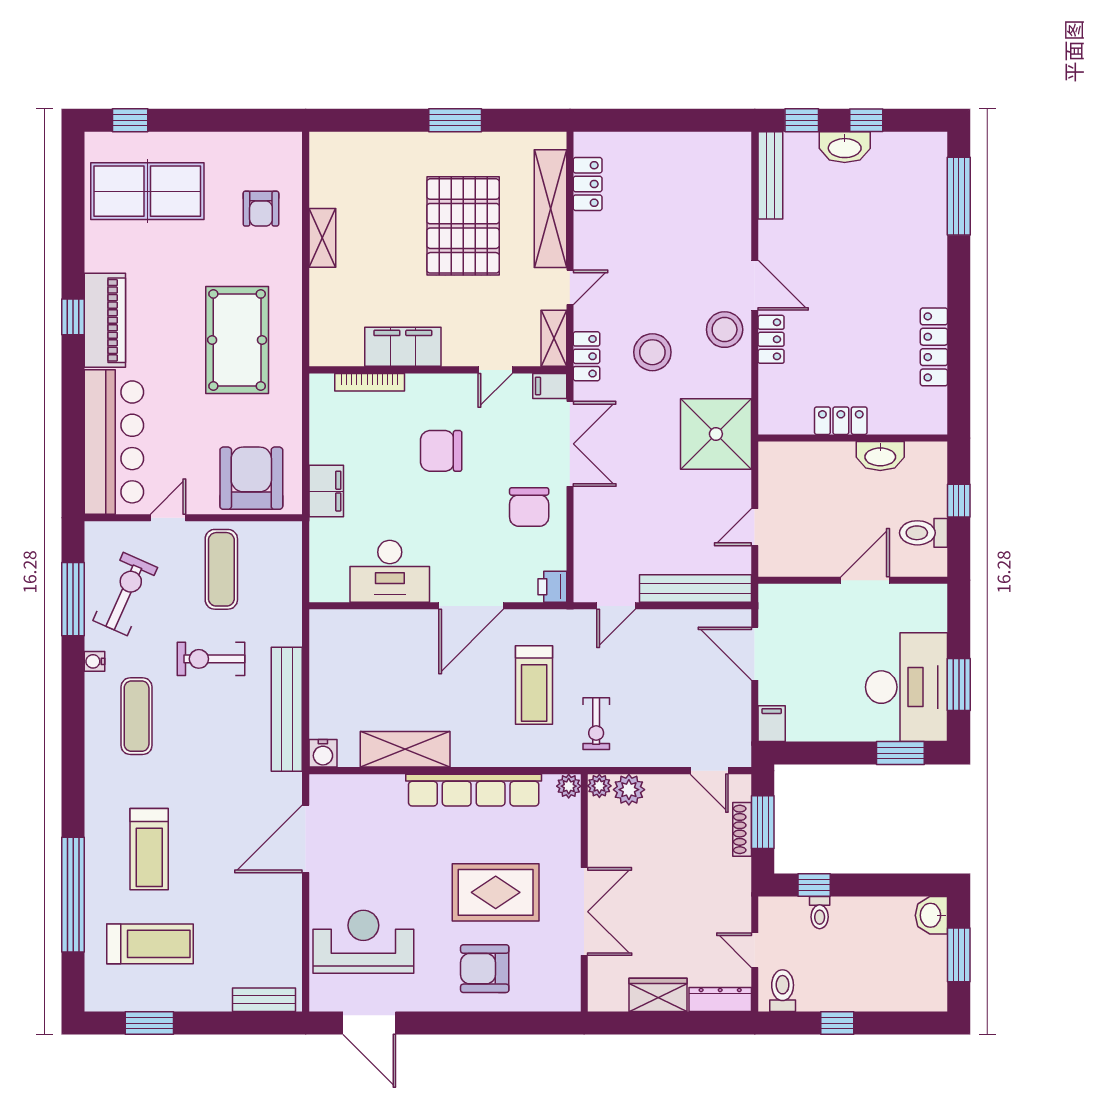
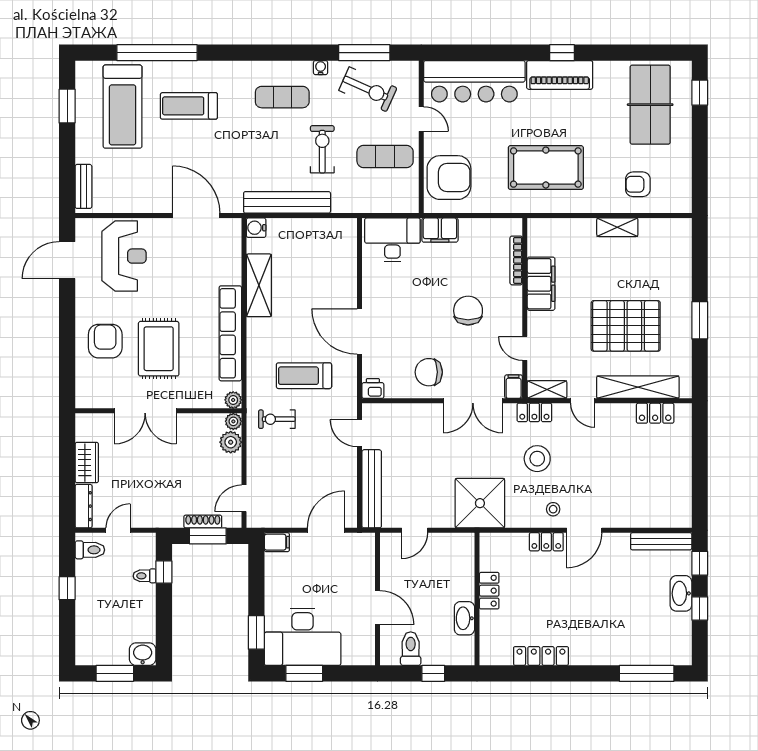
stool: (725, 330) -> (553, 509), width x0.53, depth x0.53
door: (755, 527) -> (415, 530), swing flipped
desk: (390, 571) -> (392, 240), moved, turned 90
treadmill: (150, 944) -> (123, 107), width x1.37, depth x1.38

